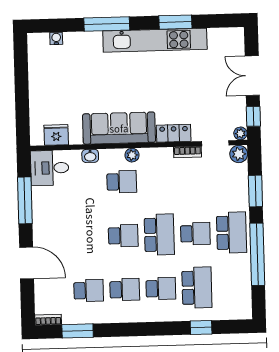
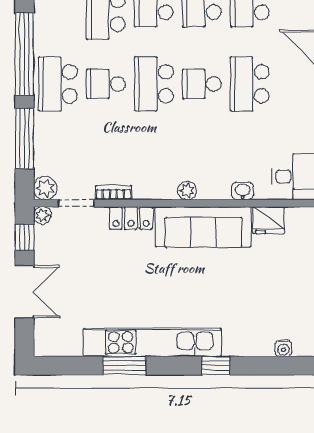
window: (107, 24) -> (216, 366), width x0.46
fridge: (56, 135) -> (269, 220), moved
school desk: (122, 182) -> (250, 84), moved, width x1.85
window: (255, 191) -> (24, 138), width x1.44

